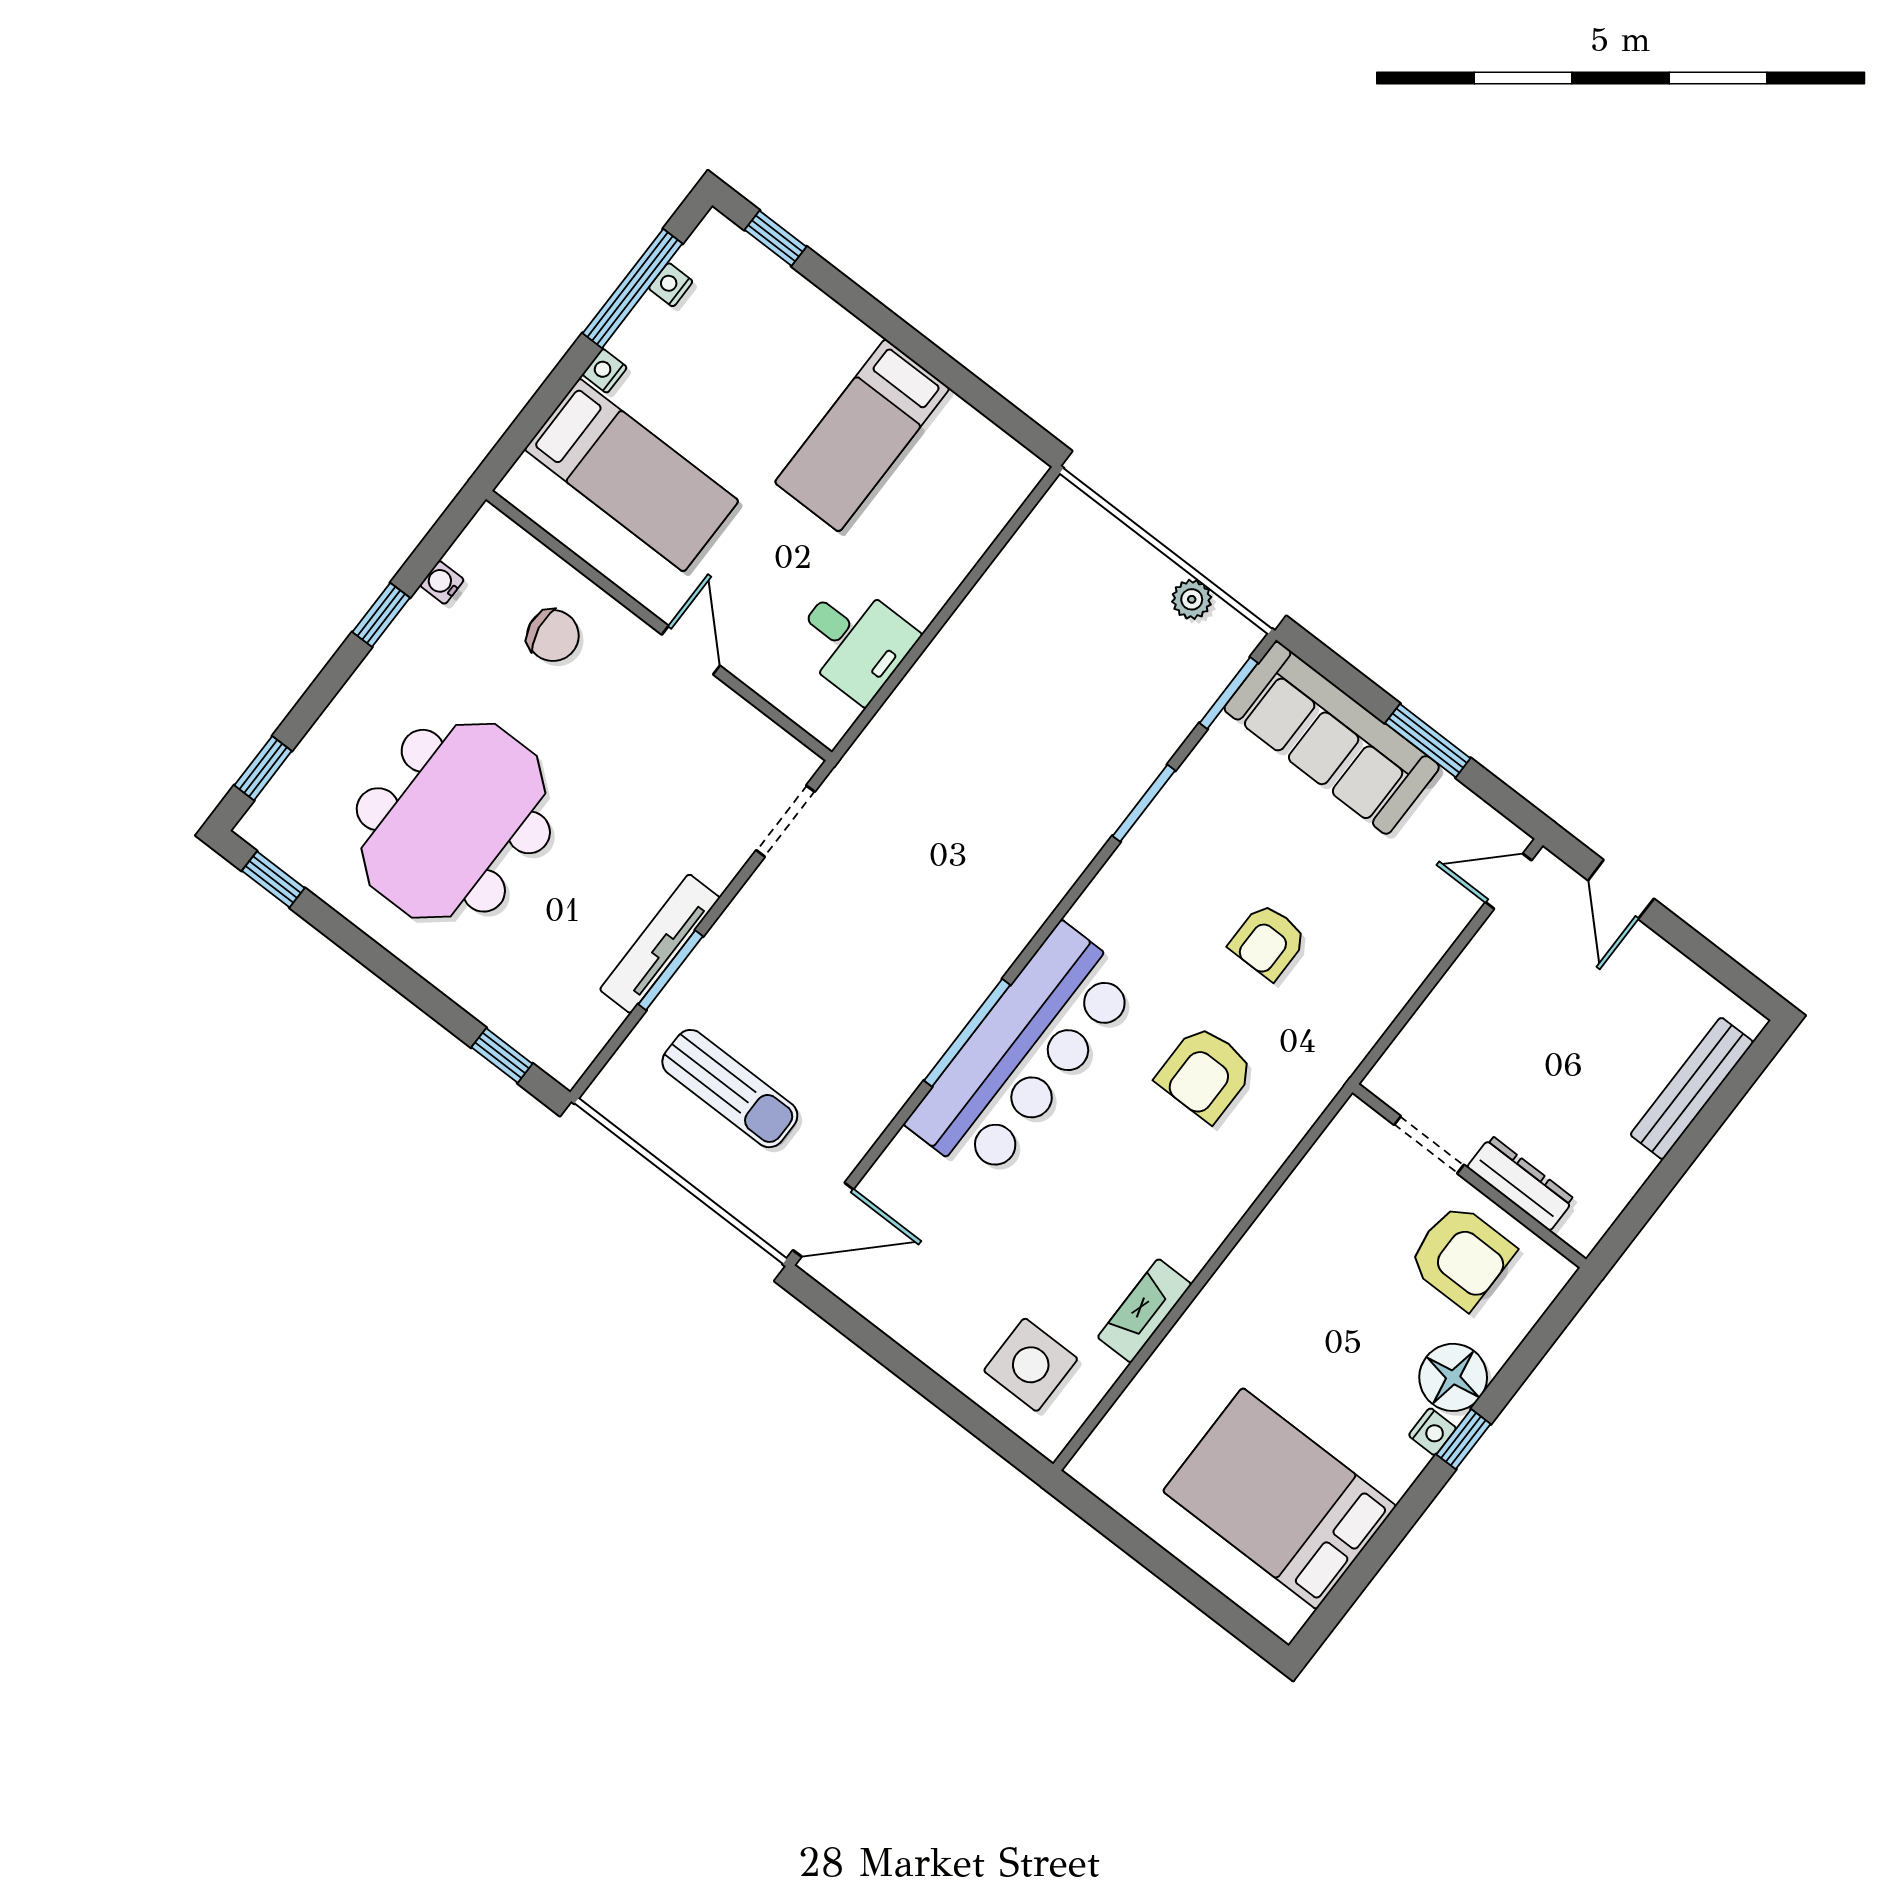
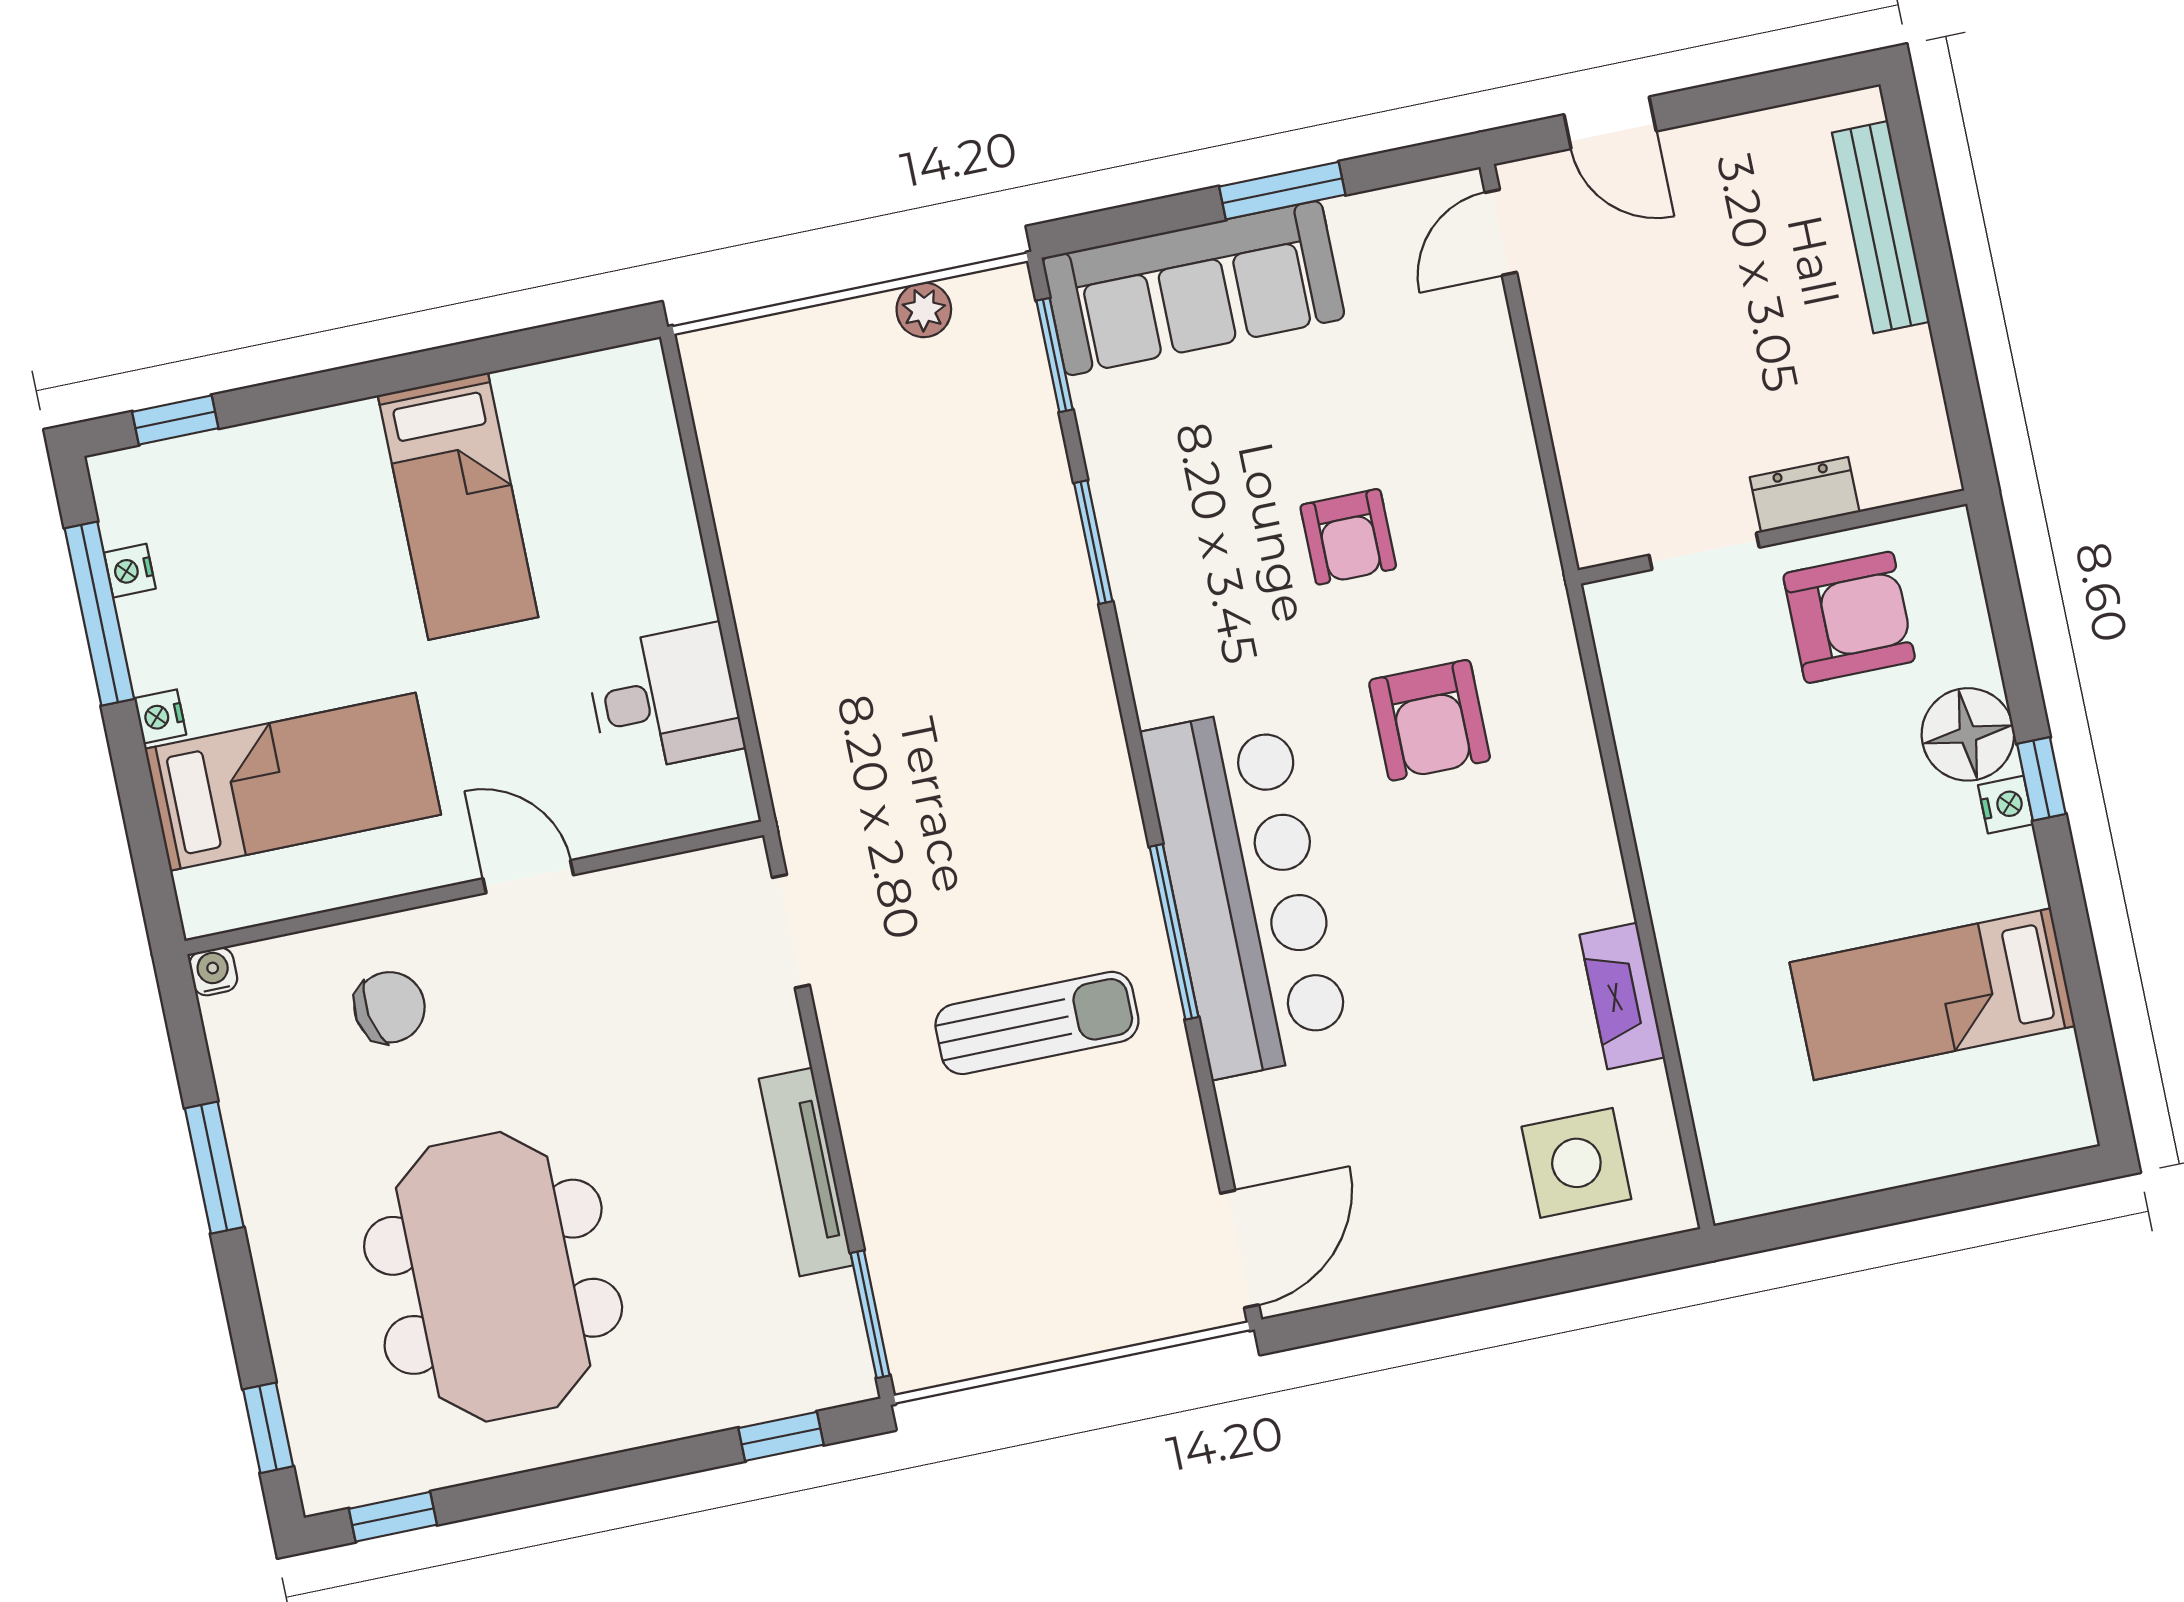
water cooler: (442, 582) -> (213, 971), moved, turned 90
window: (381, 615) -> (214, 1168), width x1.50
window: (671, 970) -> (870, 1314), moved
sun lounger: (730, 1089) -> (1037, 1023), moved
dresser: (1521, 1183) -> (1805, 495), width x0.70
bed: (1280, 1499) -> (1932, 994), width x0.67

